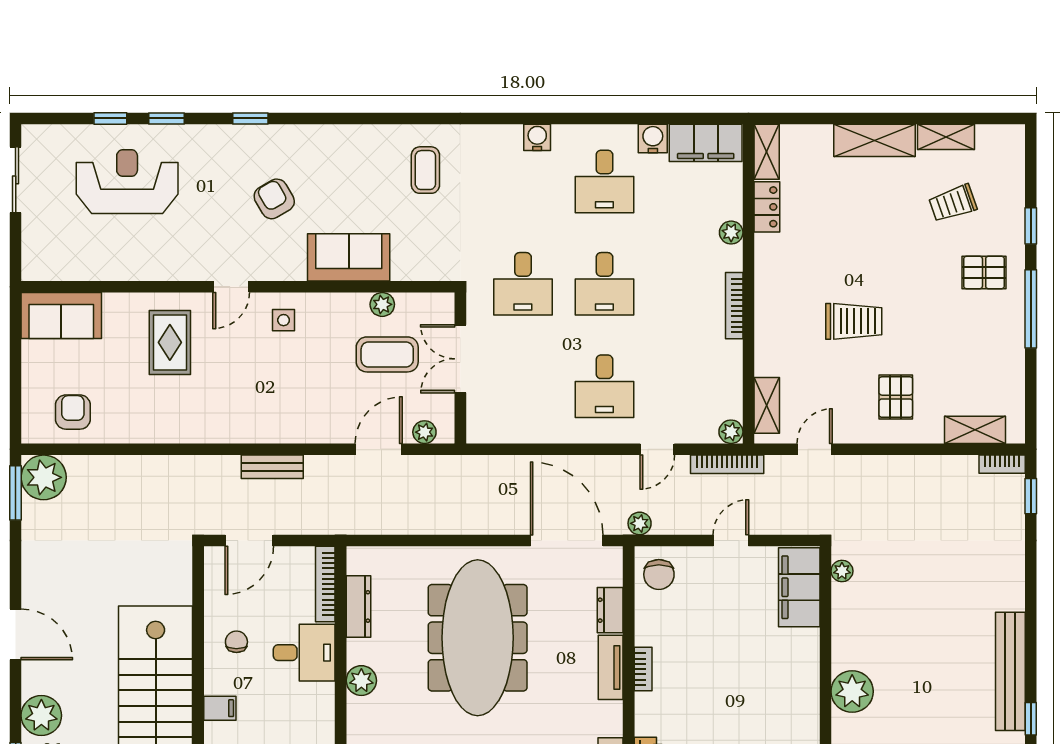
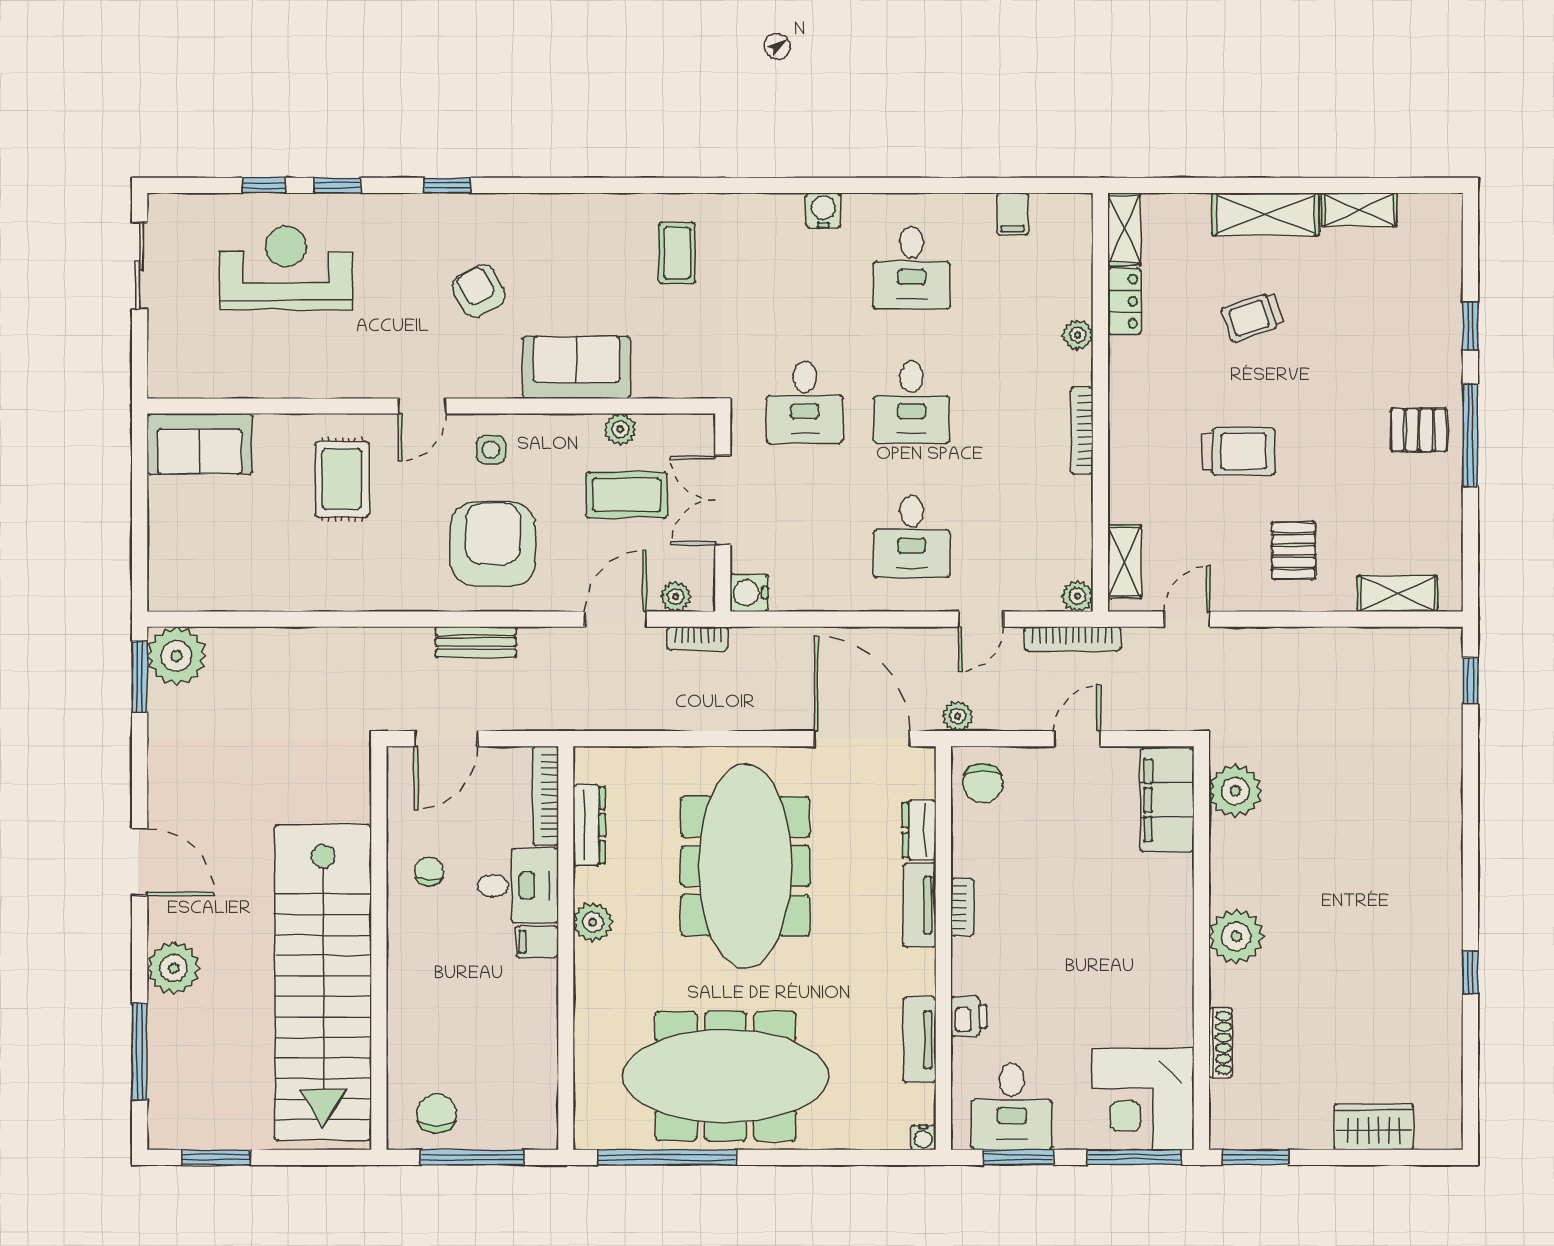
water cooler: (653, 139) -> (749, 593), moved, turned -90
filing cabinet: (706, 143) -> (1013, 214), width x0.33, depth x0.86
trolley: (953, 203) -> (1253, 317), moved
pallet: (984, 272) -> (1419, 430), moved
armchair: (73, 412) -> (493, 544), moved, width x1.88, depth x1.88
bookcase: (1002, 464) -> (698, 639), moved
plant: (842, 571) -> (1235, 791), width x1.87, depth x1.87
bench: (1010, 671) -> (1444, 910), removed
filing cabinet: (220, 708) -> (537, 942), moved, turned 180

